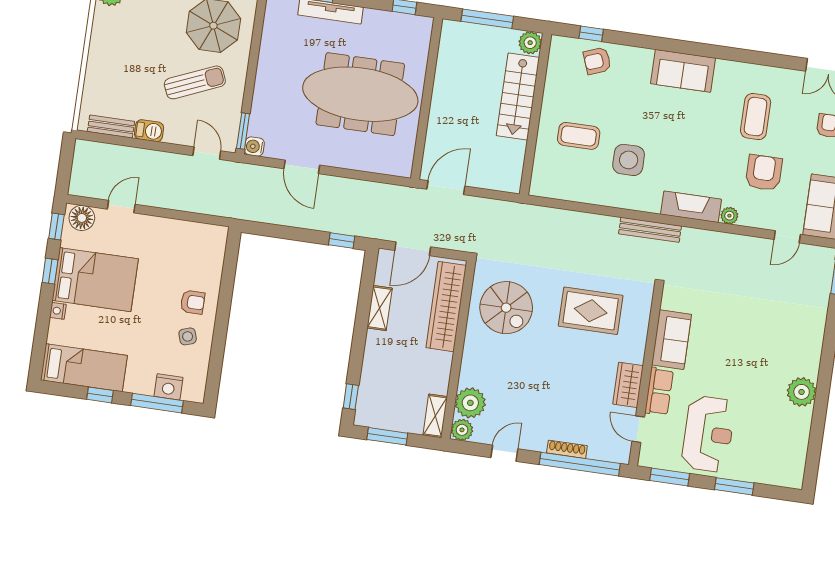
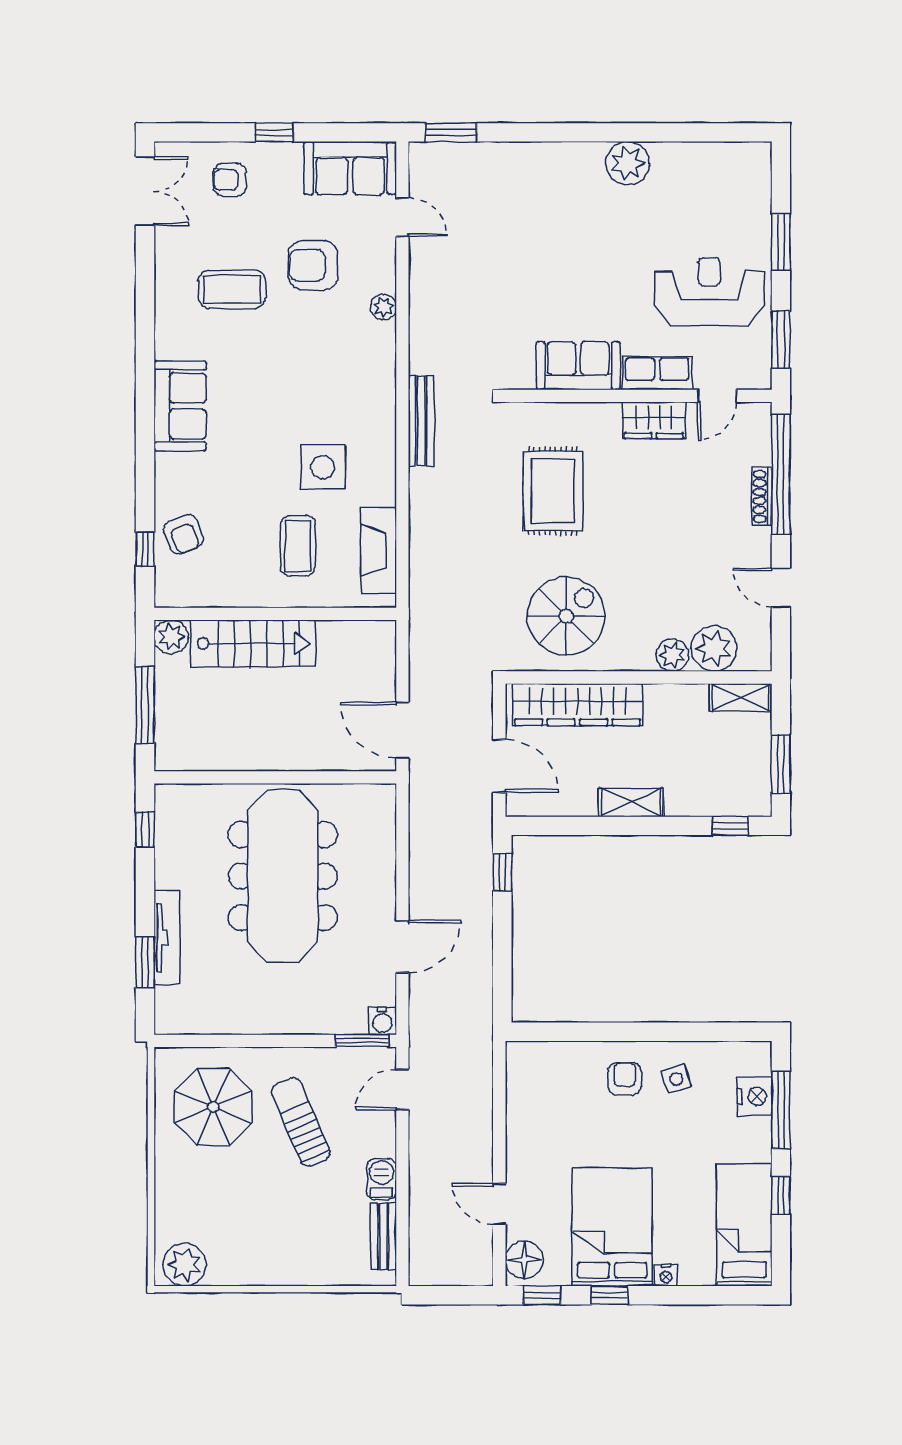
fireplace: (691, 207) -> (379, 550), moved
shelving: (380, 308) -> (631, 802), moved
plant: (462, 430) -> (672, 655), moved

